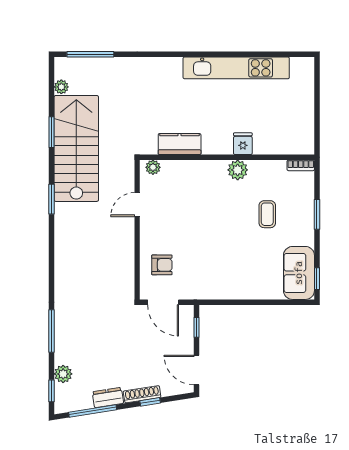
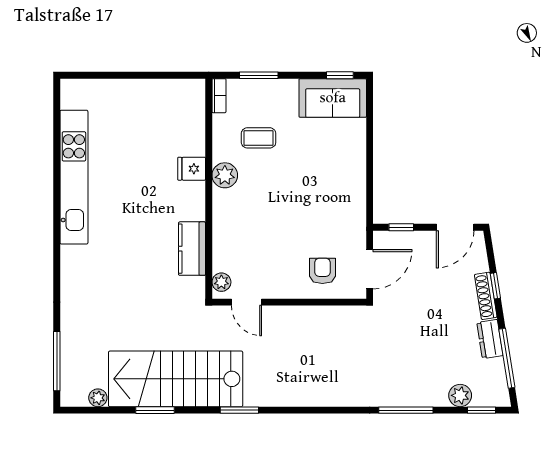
kitchen counter: (180, 144) -> (192, 249), moved
fridge: (243, 144) -> (192, 169), moved
wall: (227, 157) -> (209, 189), moved
bookcase: (301, 165) -> (219, 96), moved
plant: (153, 167) -> (221, 282), moved
plant: (238, 170) -> (225, 175), moved

